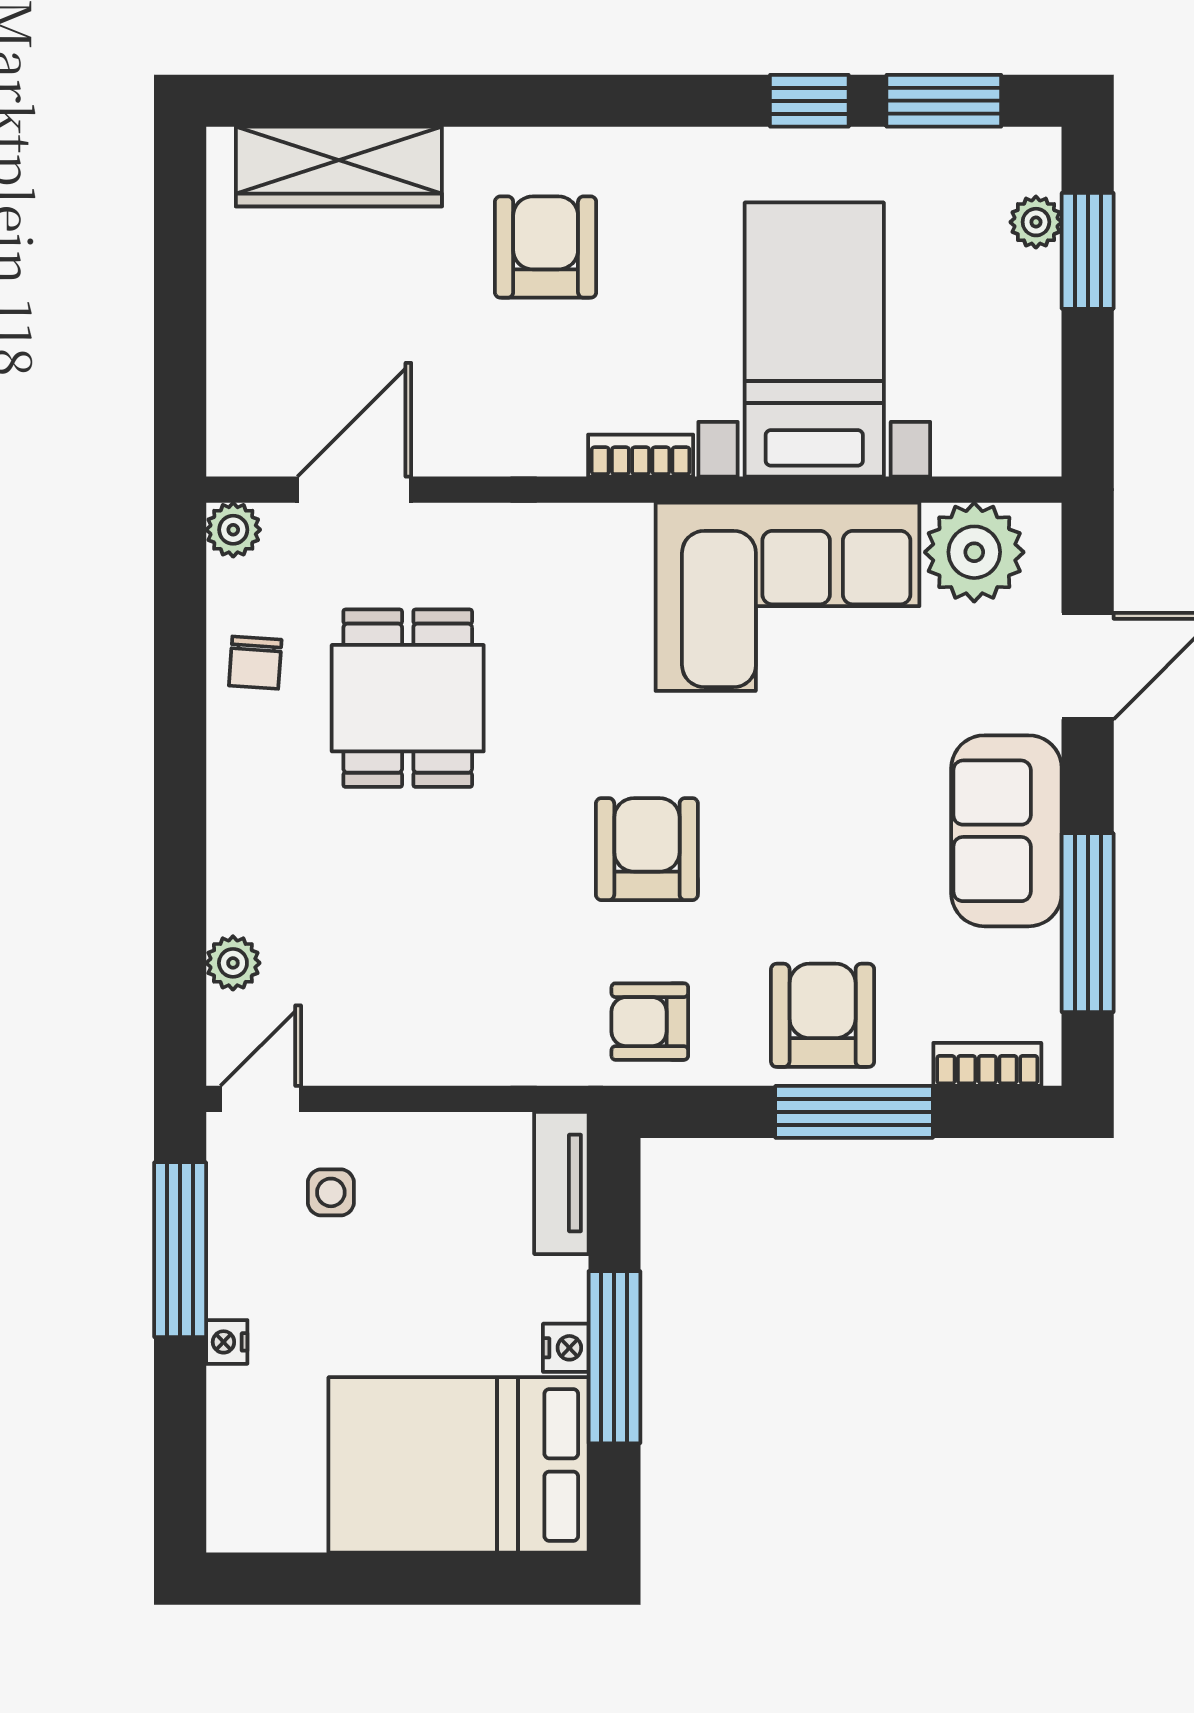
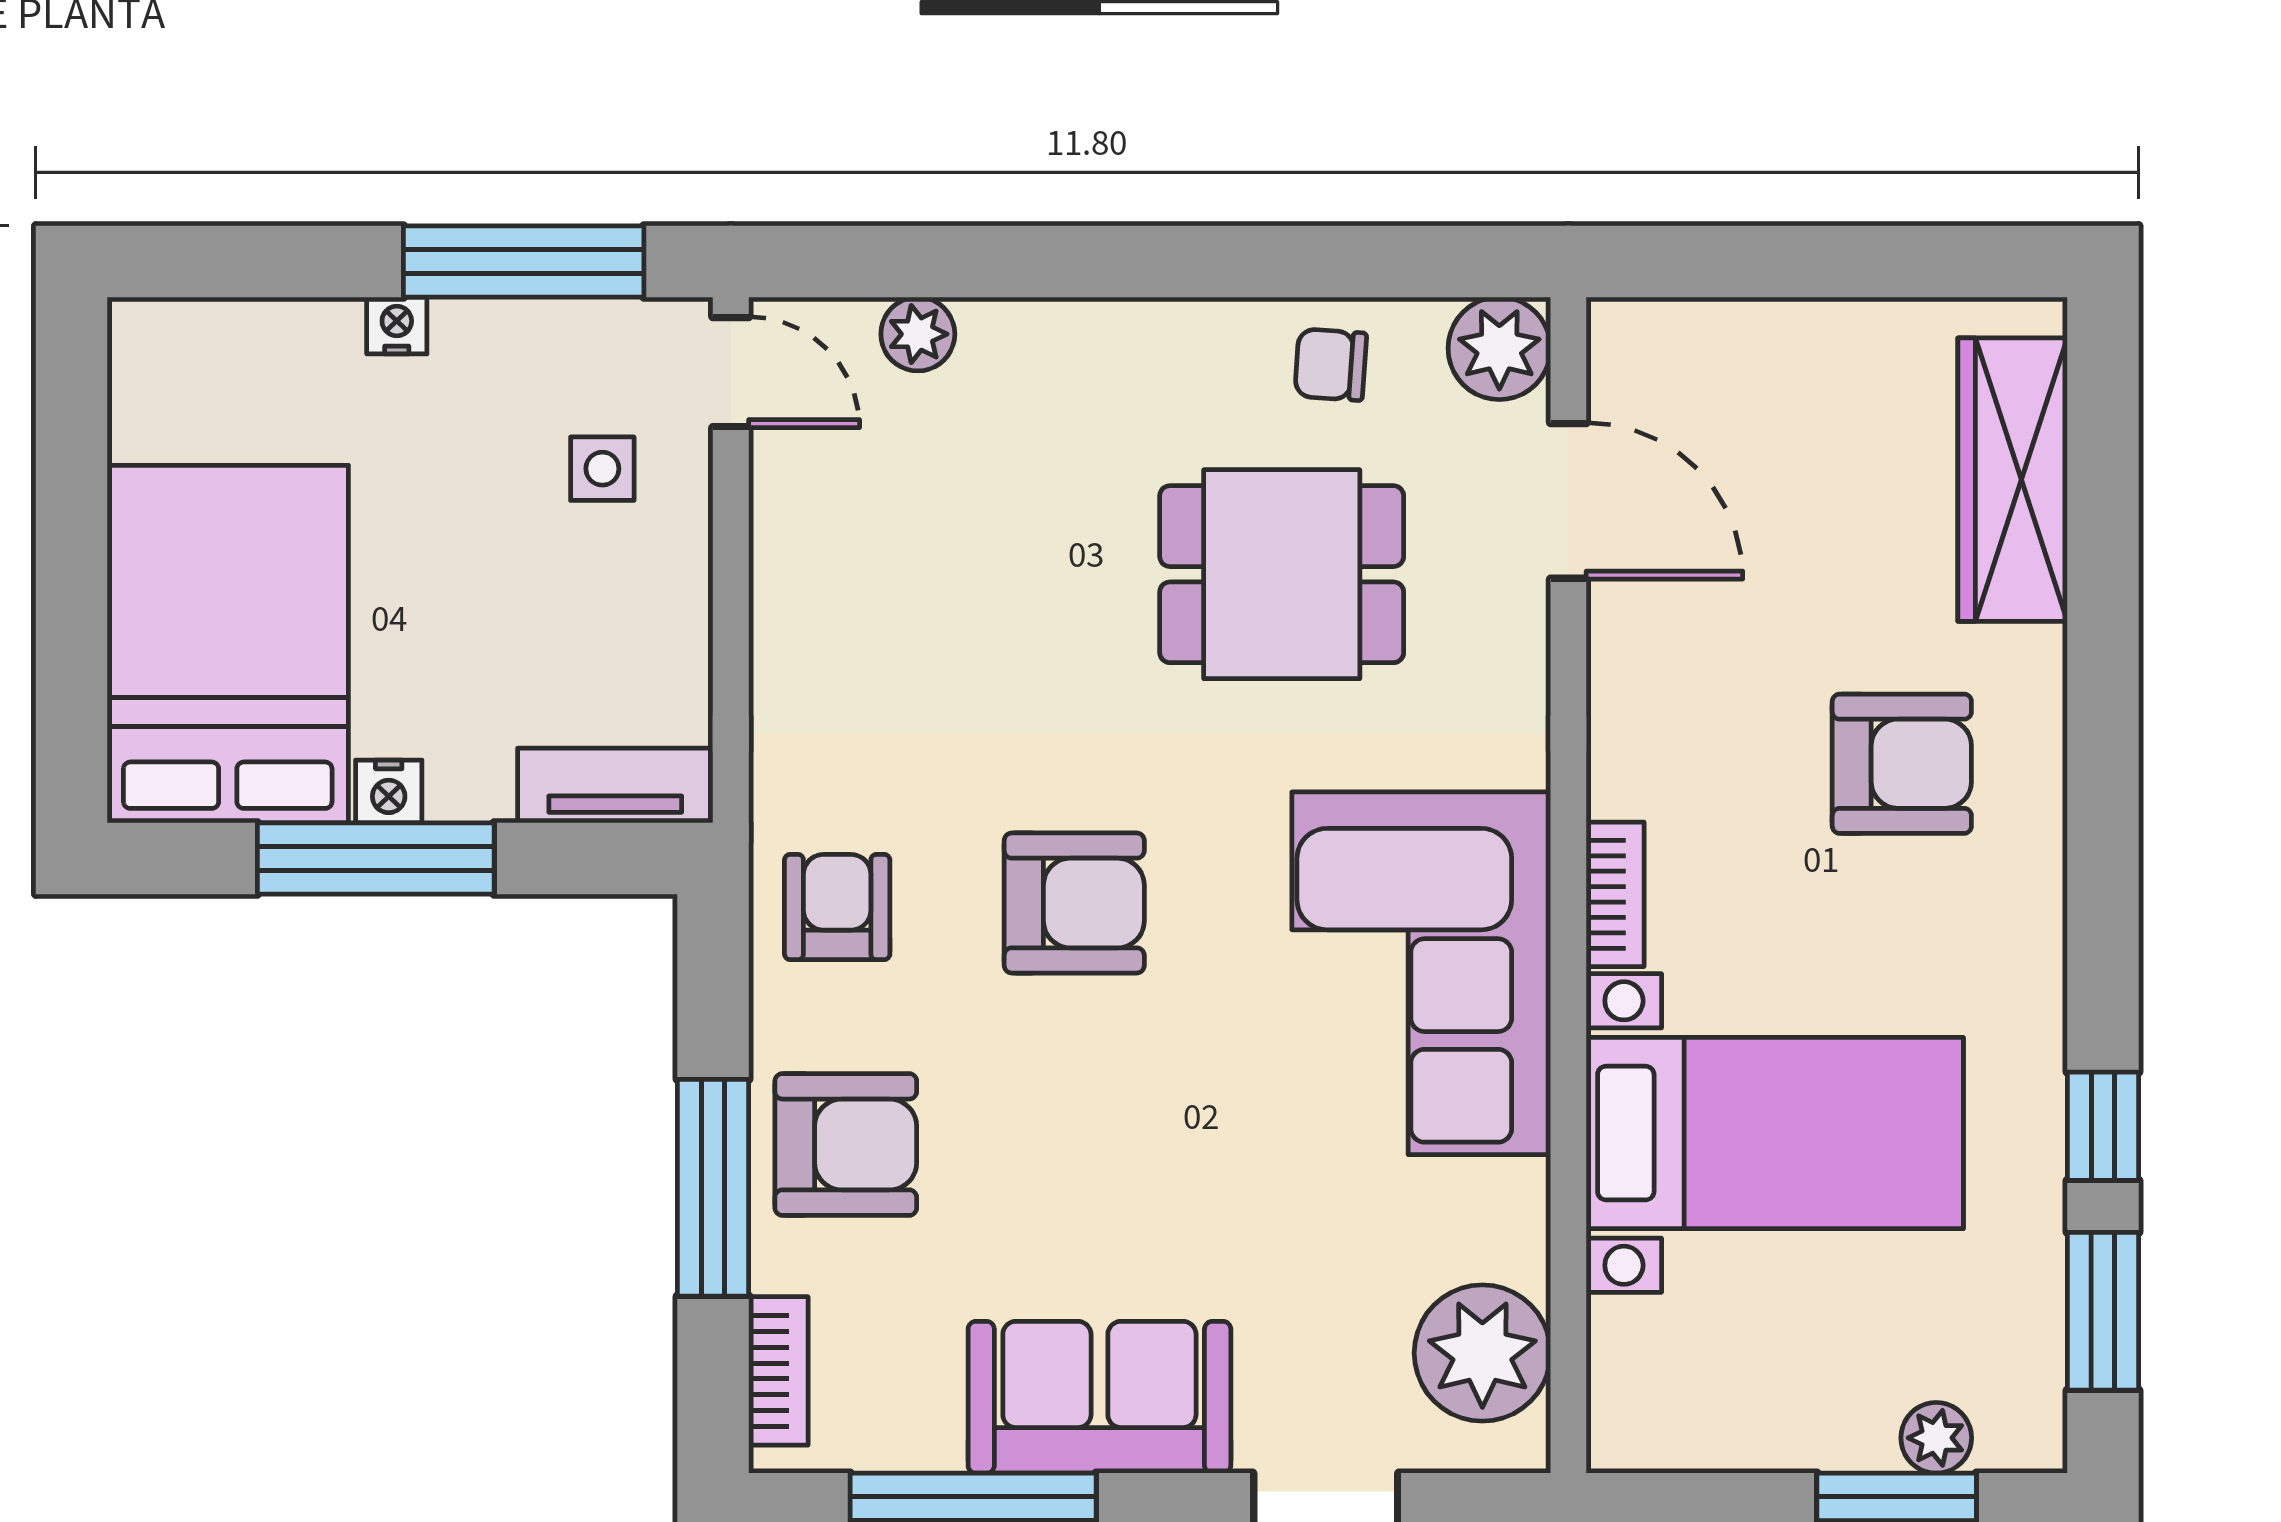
plant: (233, 530) -> (1499, 348), width x1.38, depth x1.38
corner sofa: (788, 597) -> (1421, 973), moved

